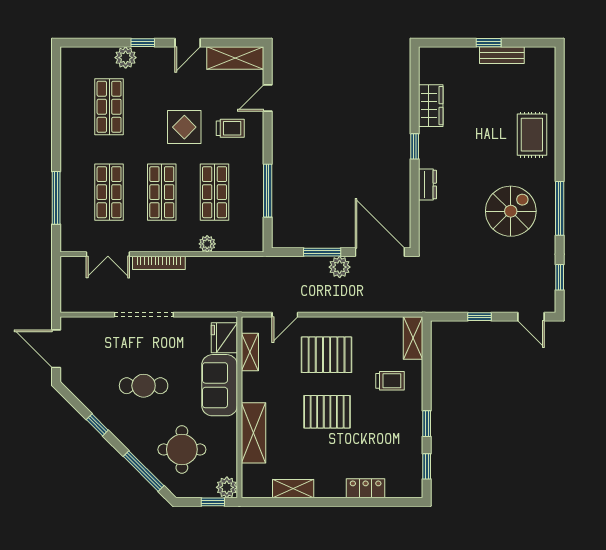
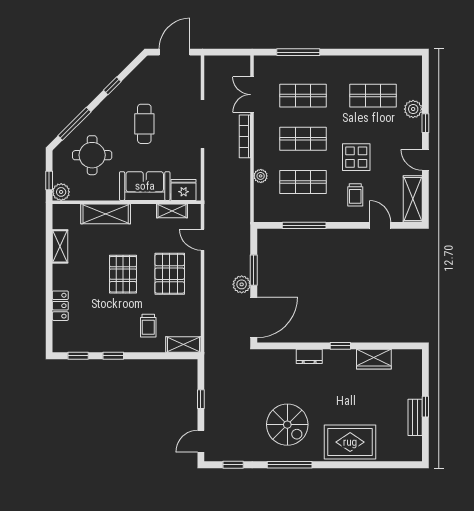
rug: (532, 135) -> (350, 442), width x1.36, depth x1.43

